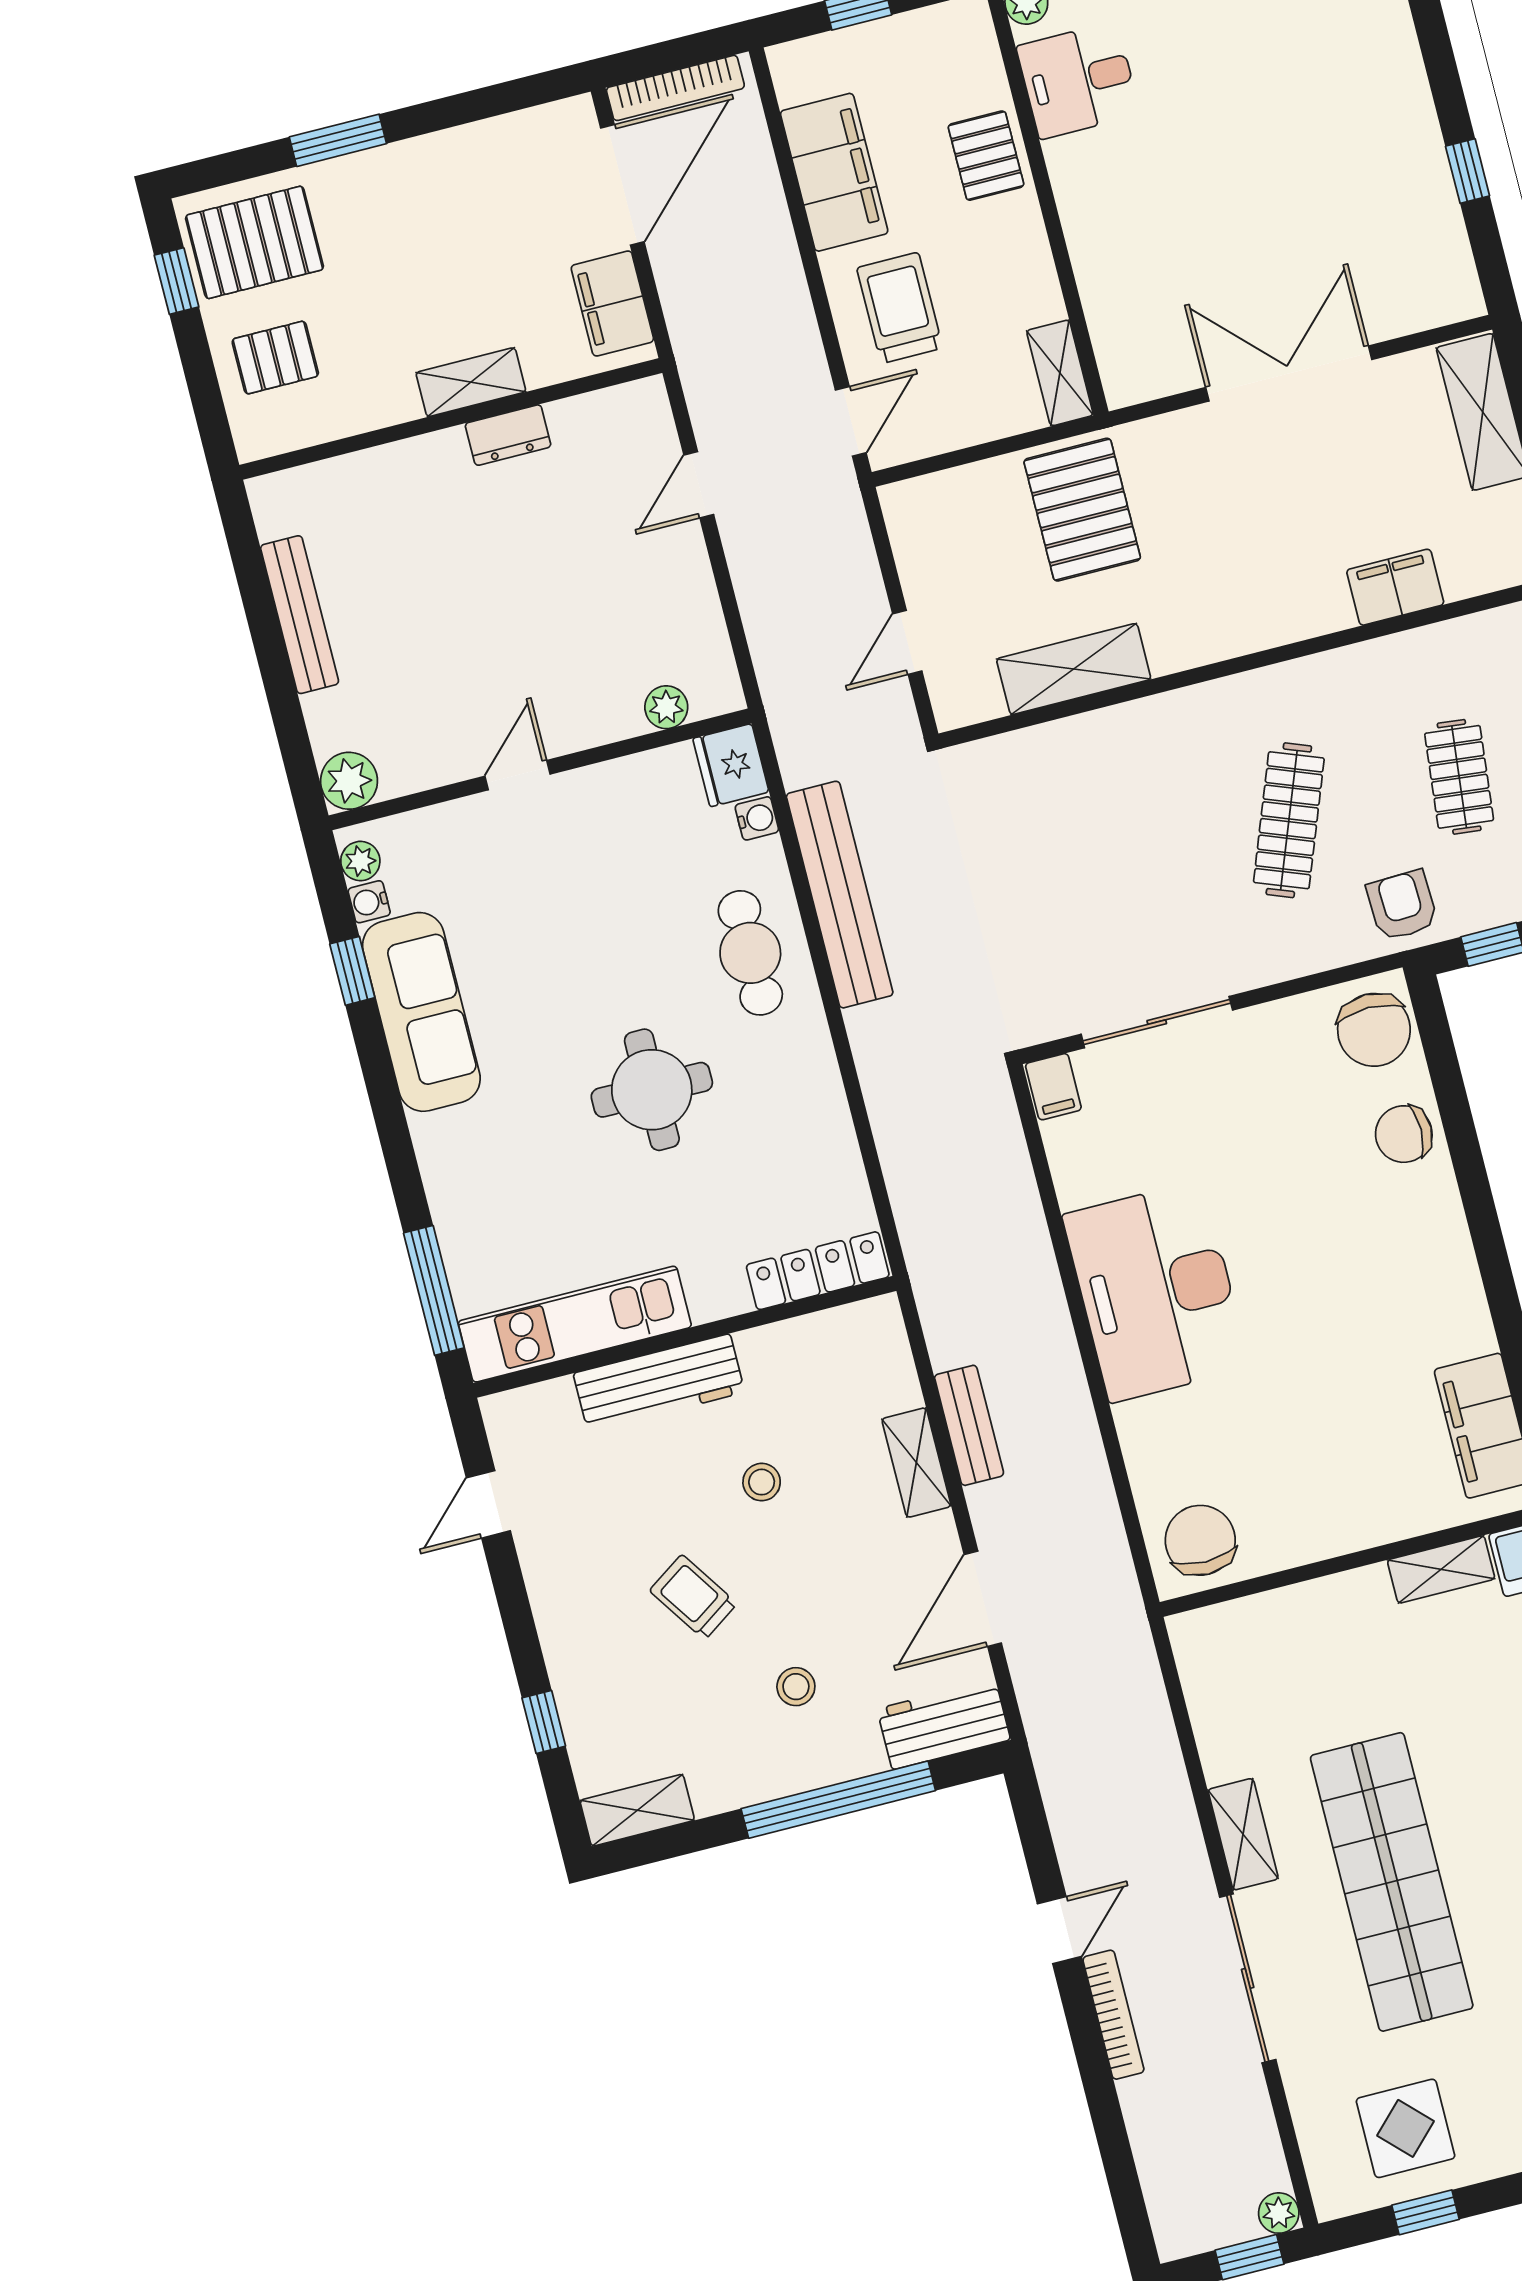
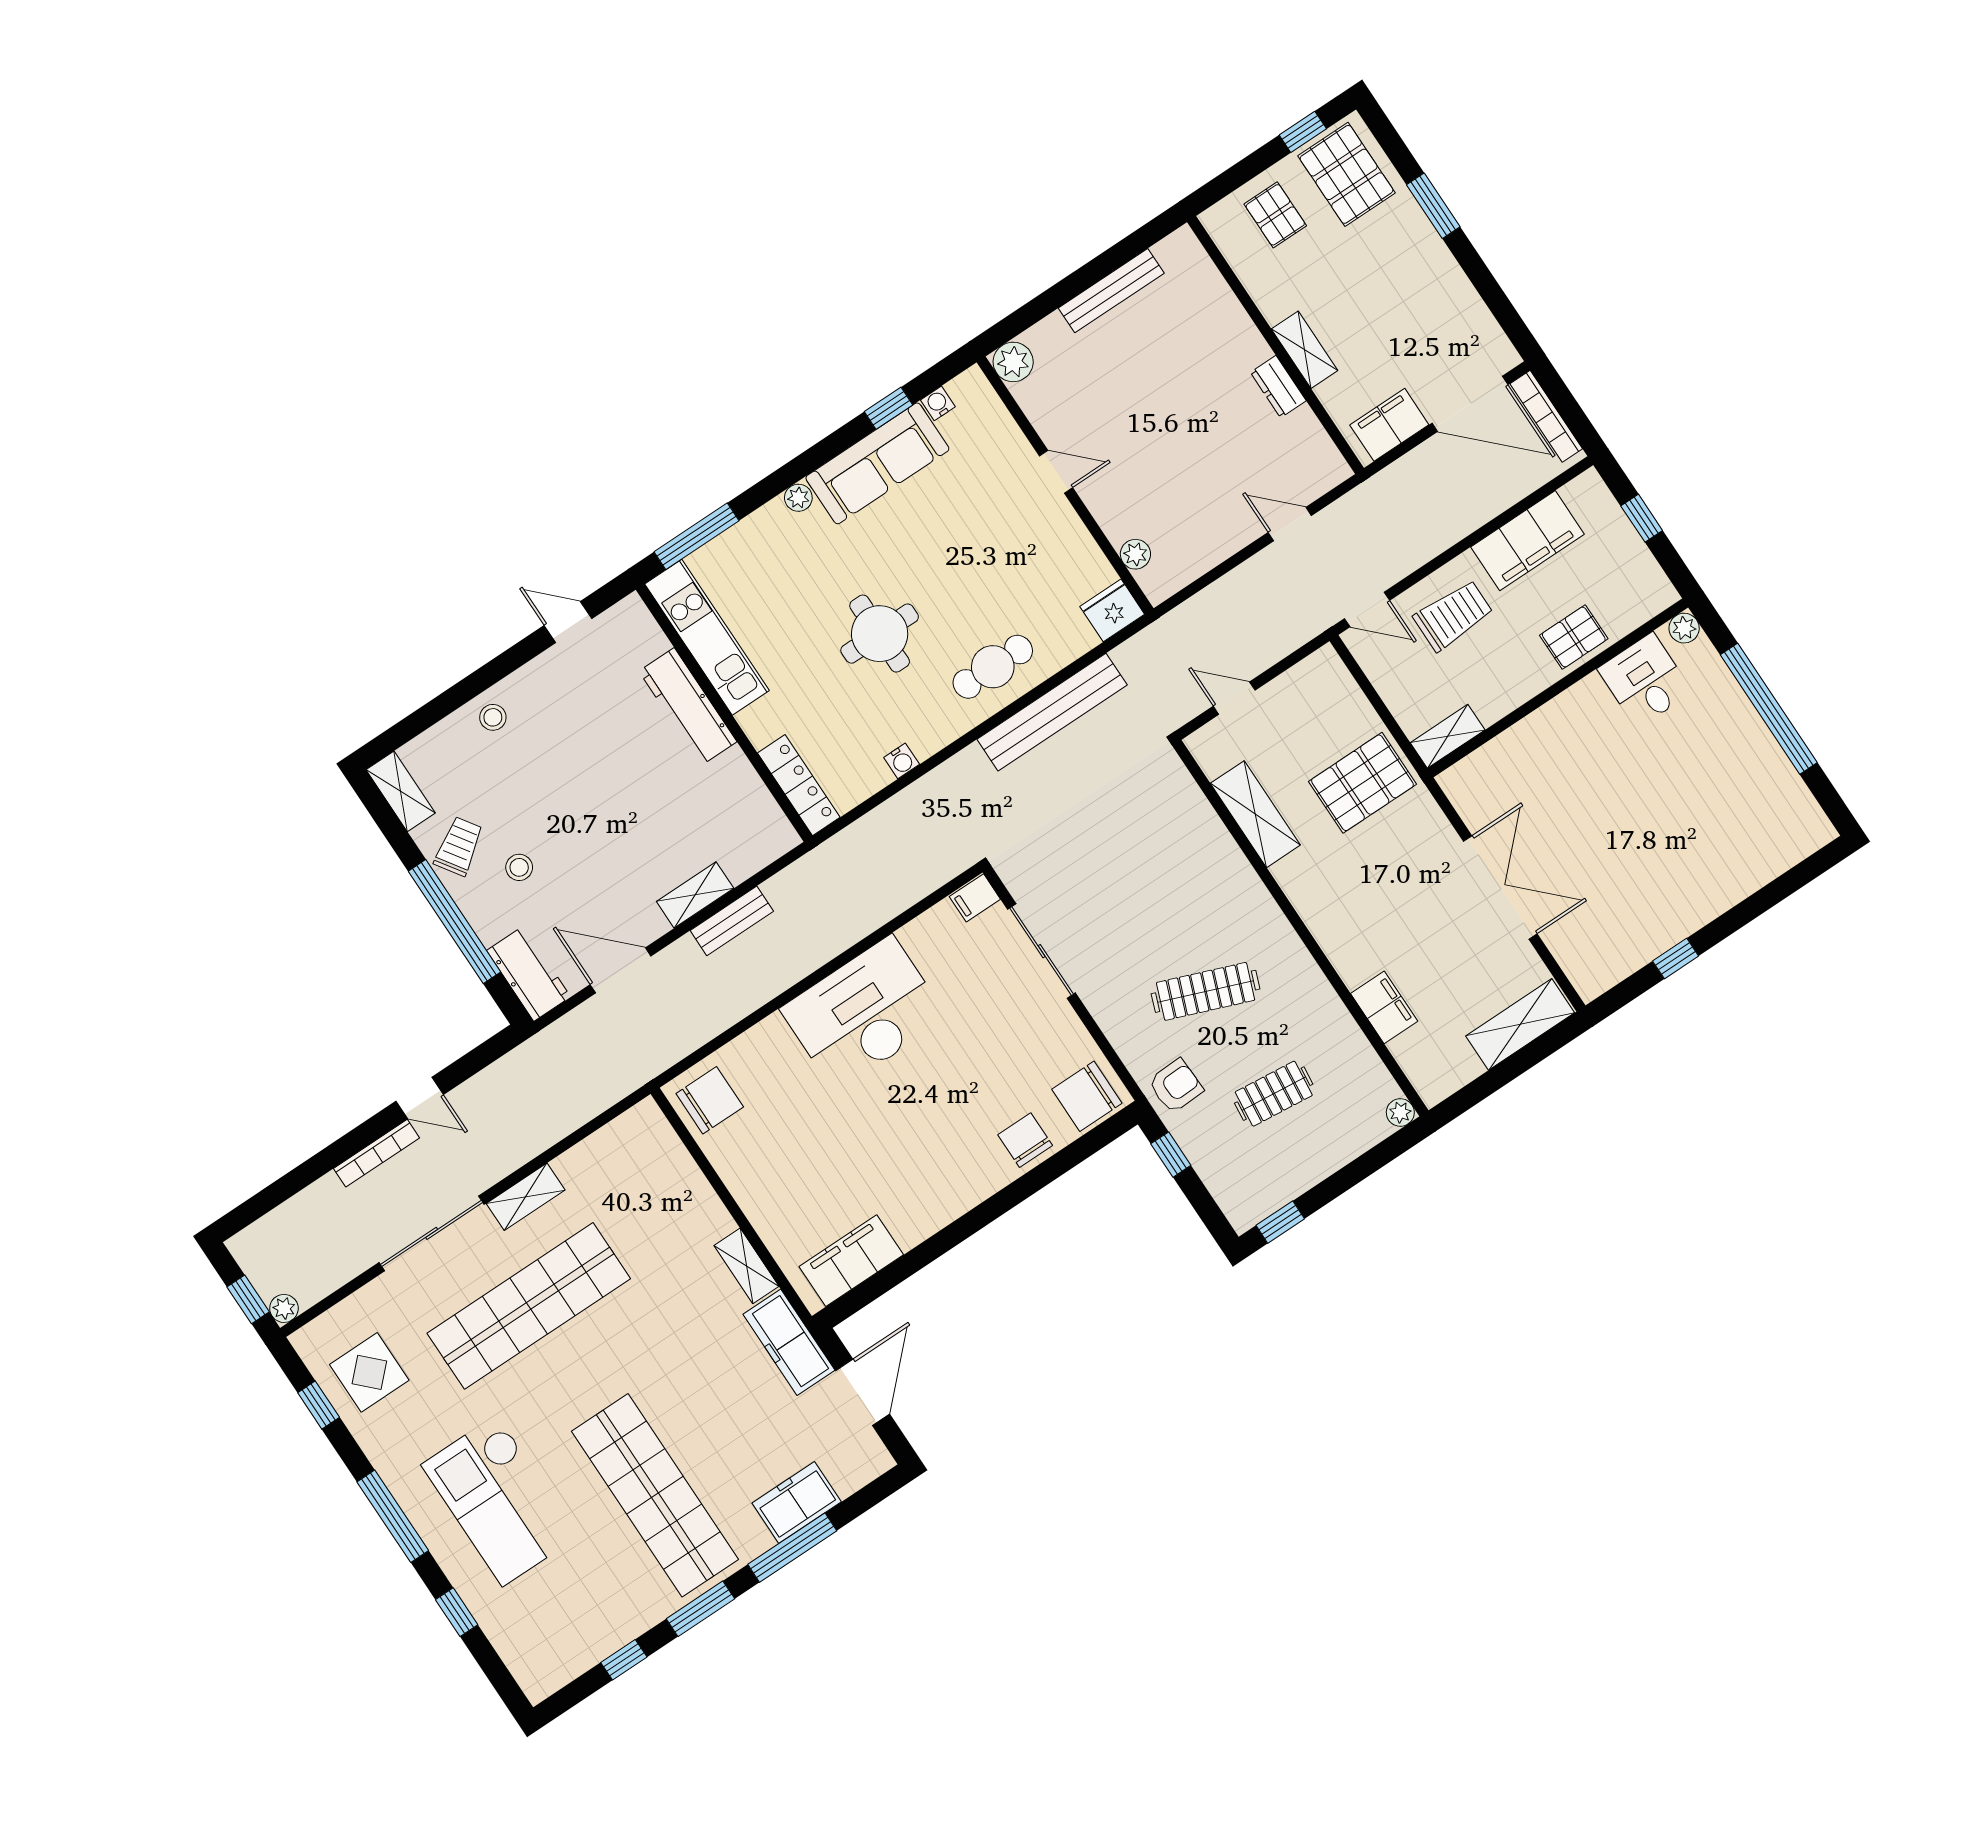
water cooler: (757, 818) -> (902, 761), moved
plant: (360, 861) -> (798, 498), moved
stool: (762, 1482) -> (493, 717), moved
trolley: (693, 1597) -> (459, 846), moved
window: (544, 1722) -> (437, 709), removed

